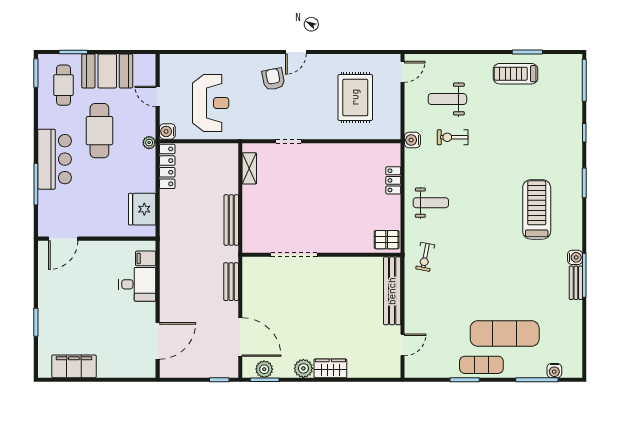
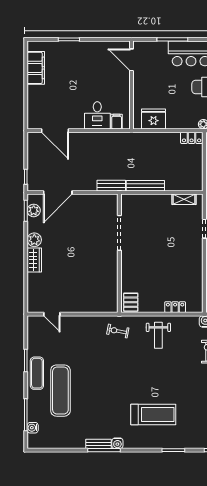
locker: (167, 166) -> (192, 138), width x0.66
bench: (231, 282) -> (111, 186), moved
bench: (392, 291) -> (92, 306), removed

